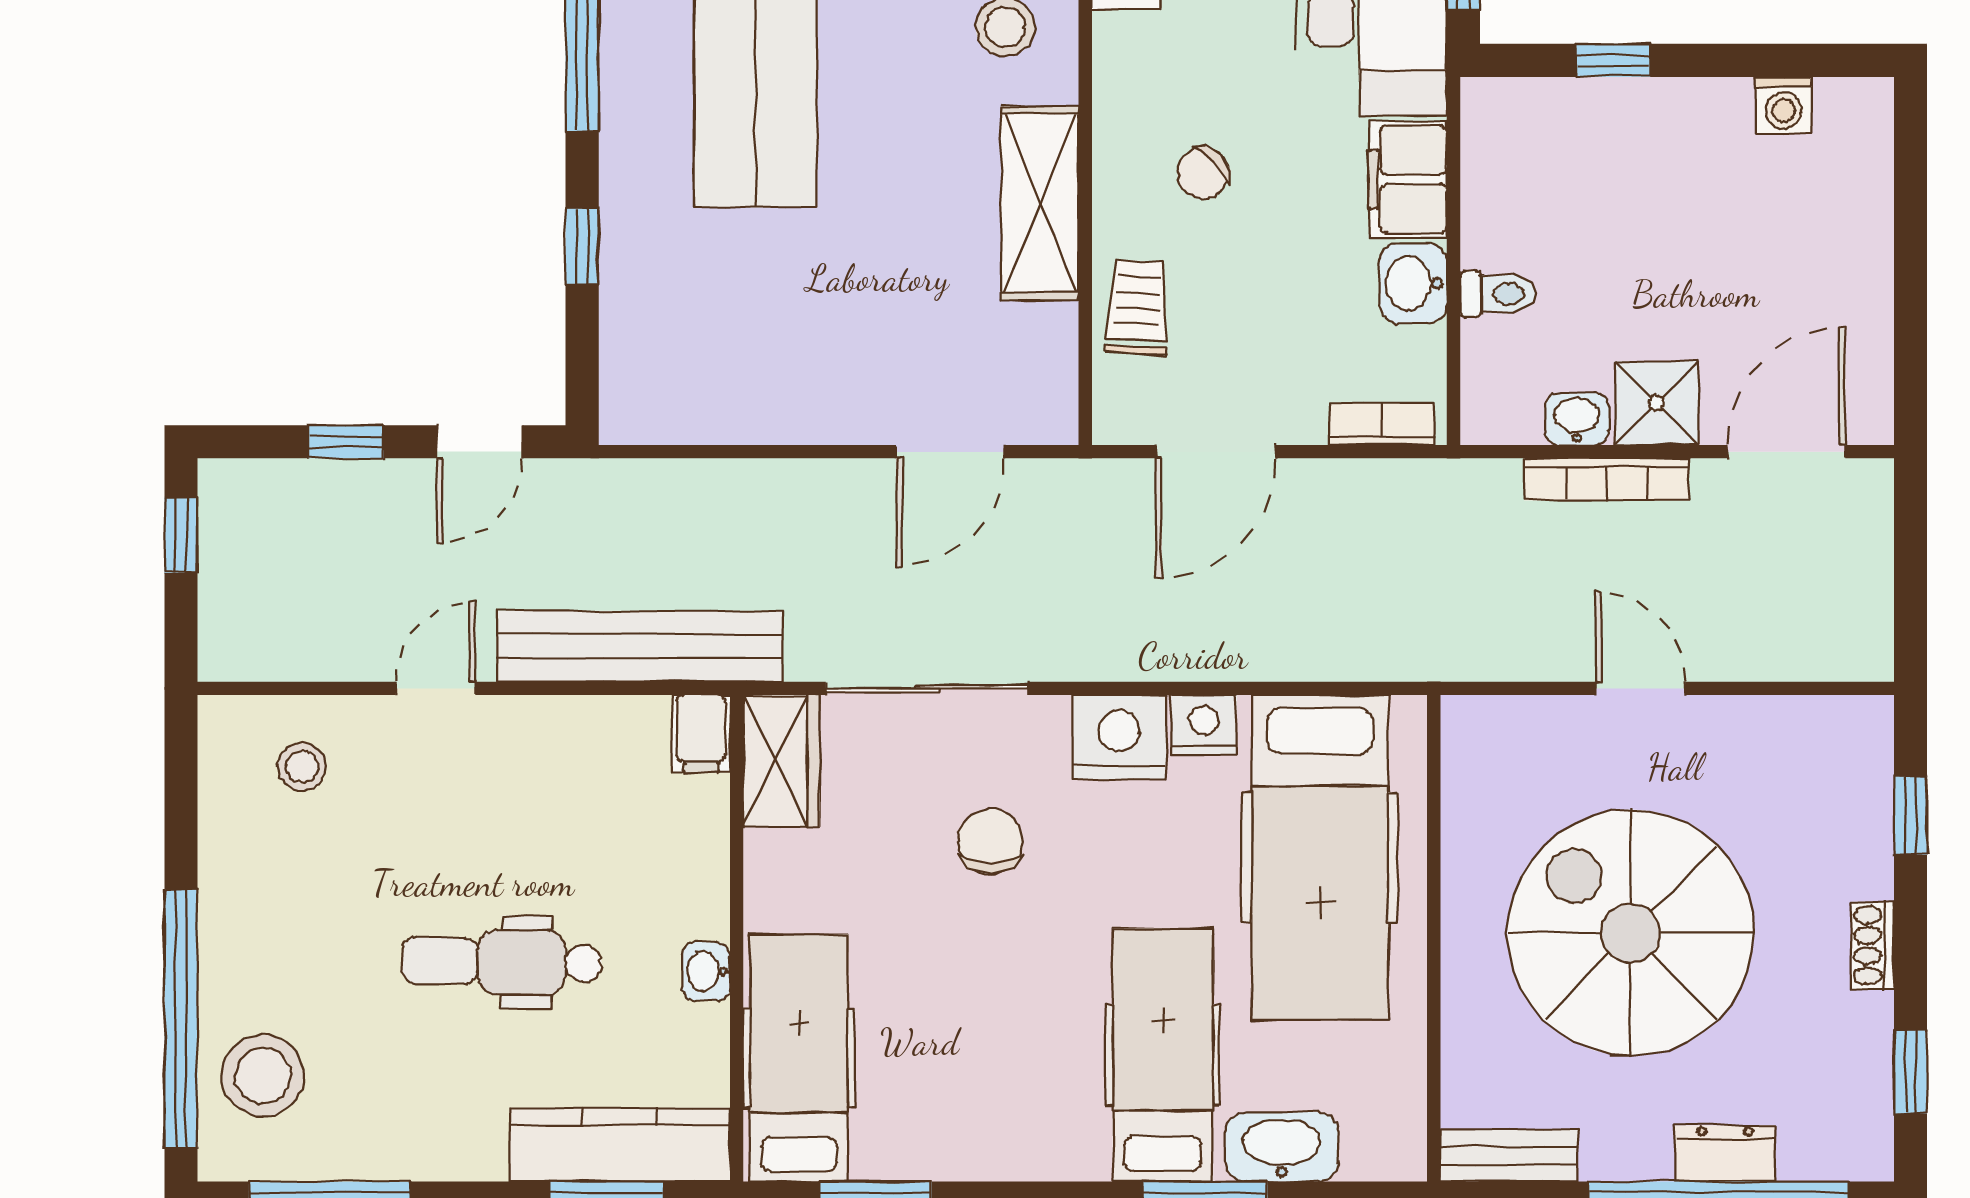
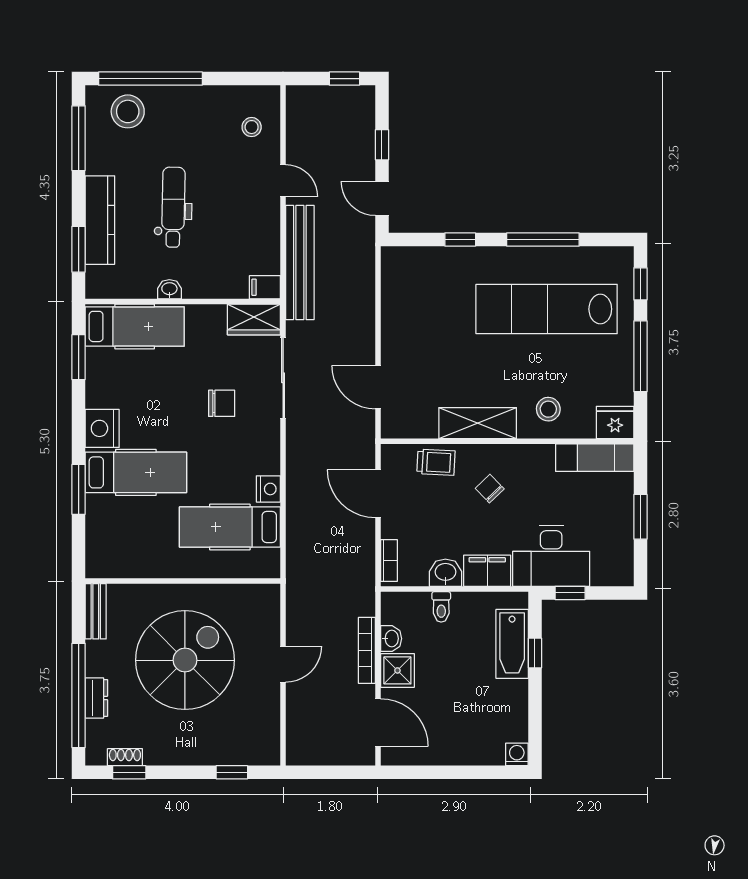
washing machine: (1783, 105) -> (517, 754), moved, turned 90
bathtub: (1590, 117) -> (512, 644), added
nightstand: (1119, 737) -> (102, 428), moved, turned 180
hospital bed: (1320, 857) -> (230, 527), width x0.73, depth x0.78
shoe rack: (1873, 946) -> (125, 757), moved
kitchen counter: (620, 1145) -> (100, 220), moved
washbasin: (1282, 1147) -> (99, 520), removed

